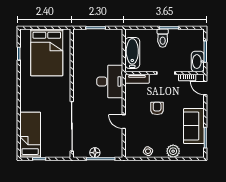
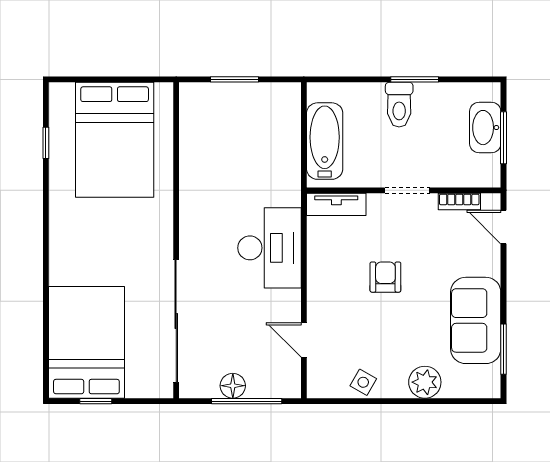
washbasin: (198, 62) -> (485, 128), moved
desk: (110, 81) -> (269, 248), moved
door: (124, 122) -> (304, 340), moved
bed: (30, 135) -> (86, 342), width x1.50

